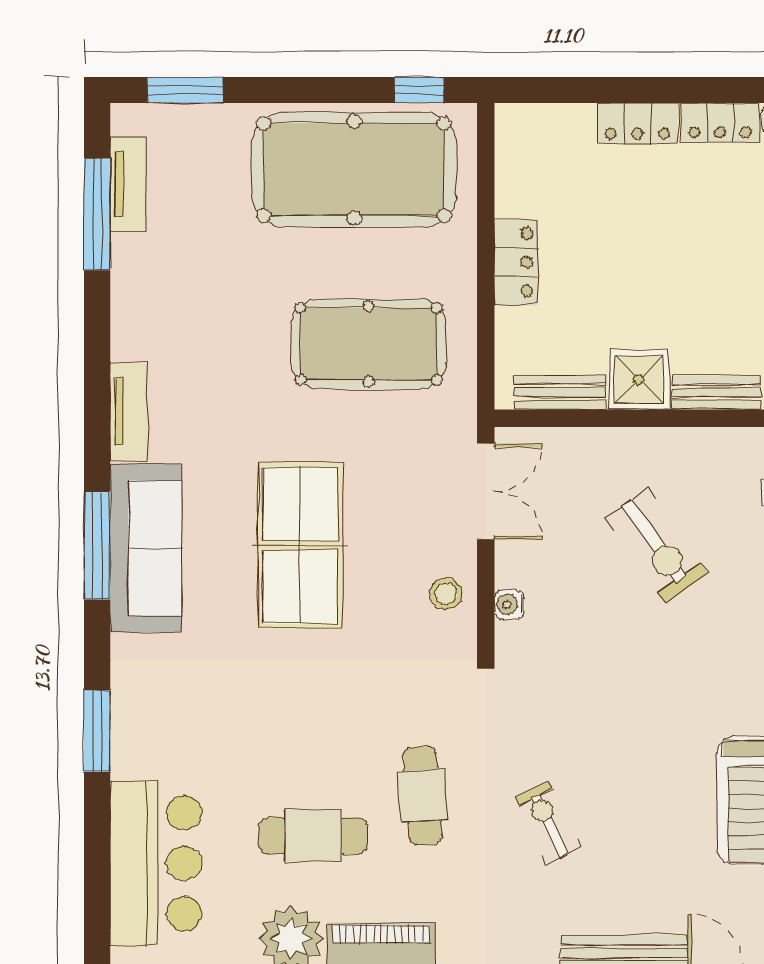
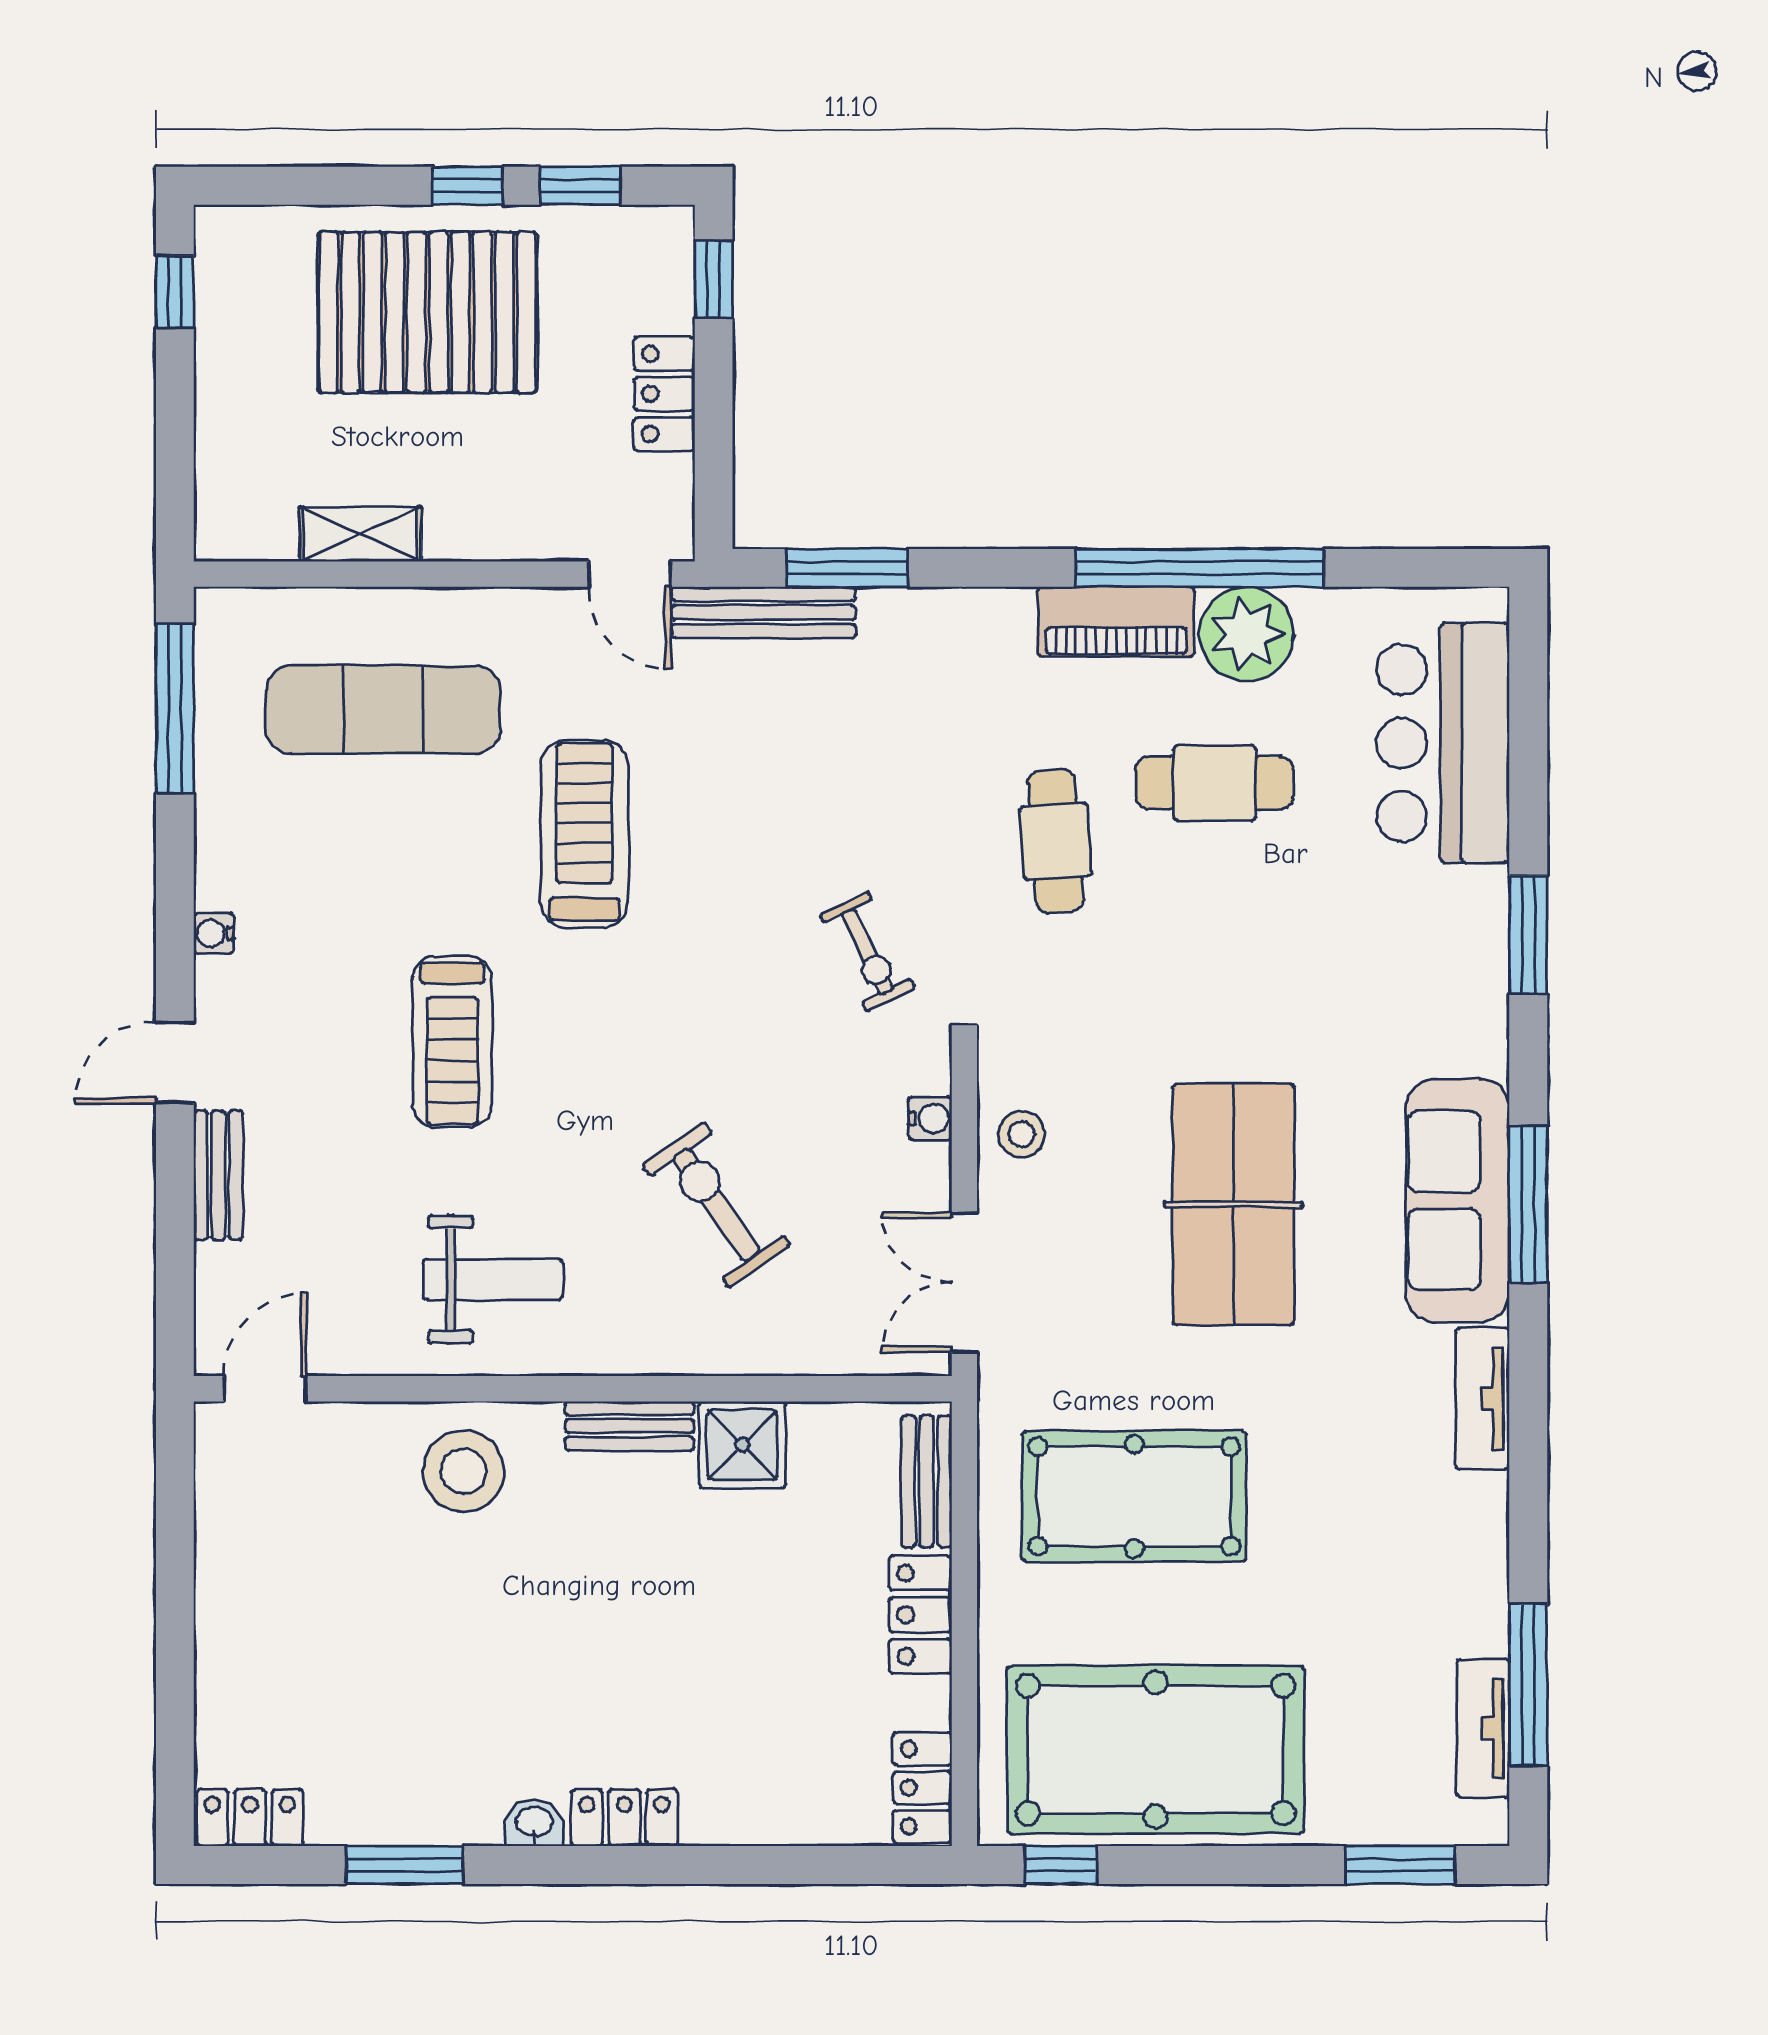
locker: (637, 123) -> (922, 1788), moved, turned -90
bench: (560, 392) -> (927, 1481), moved, turned 90
exercise bike: (548, 823) -> (867, 952), moved

